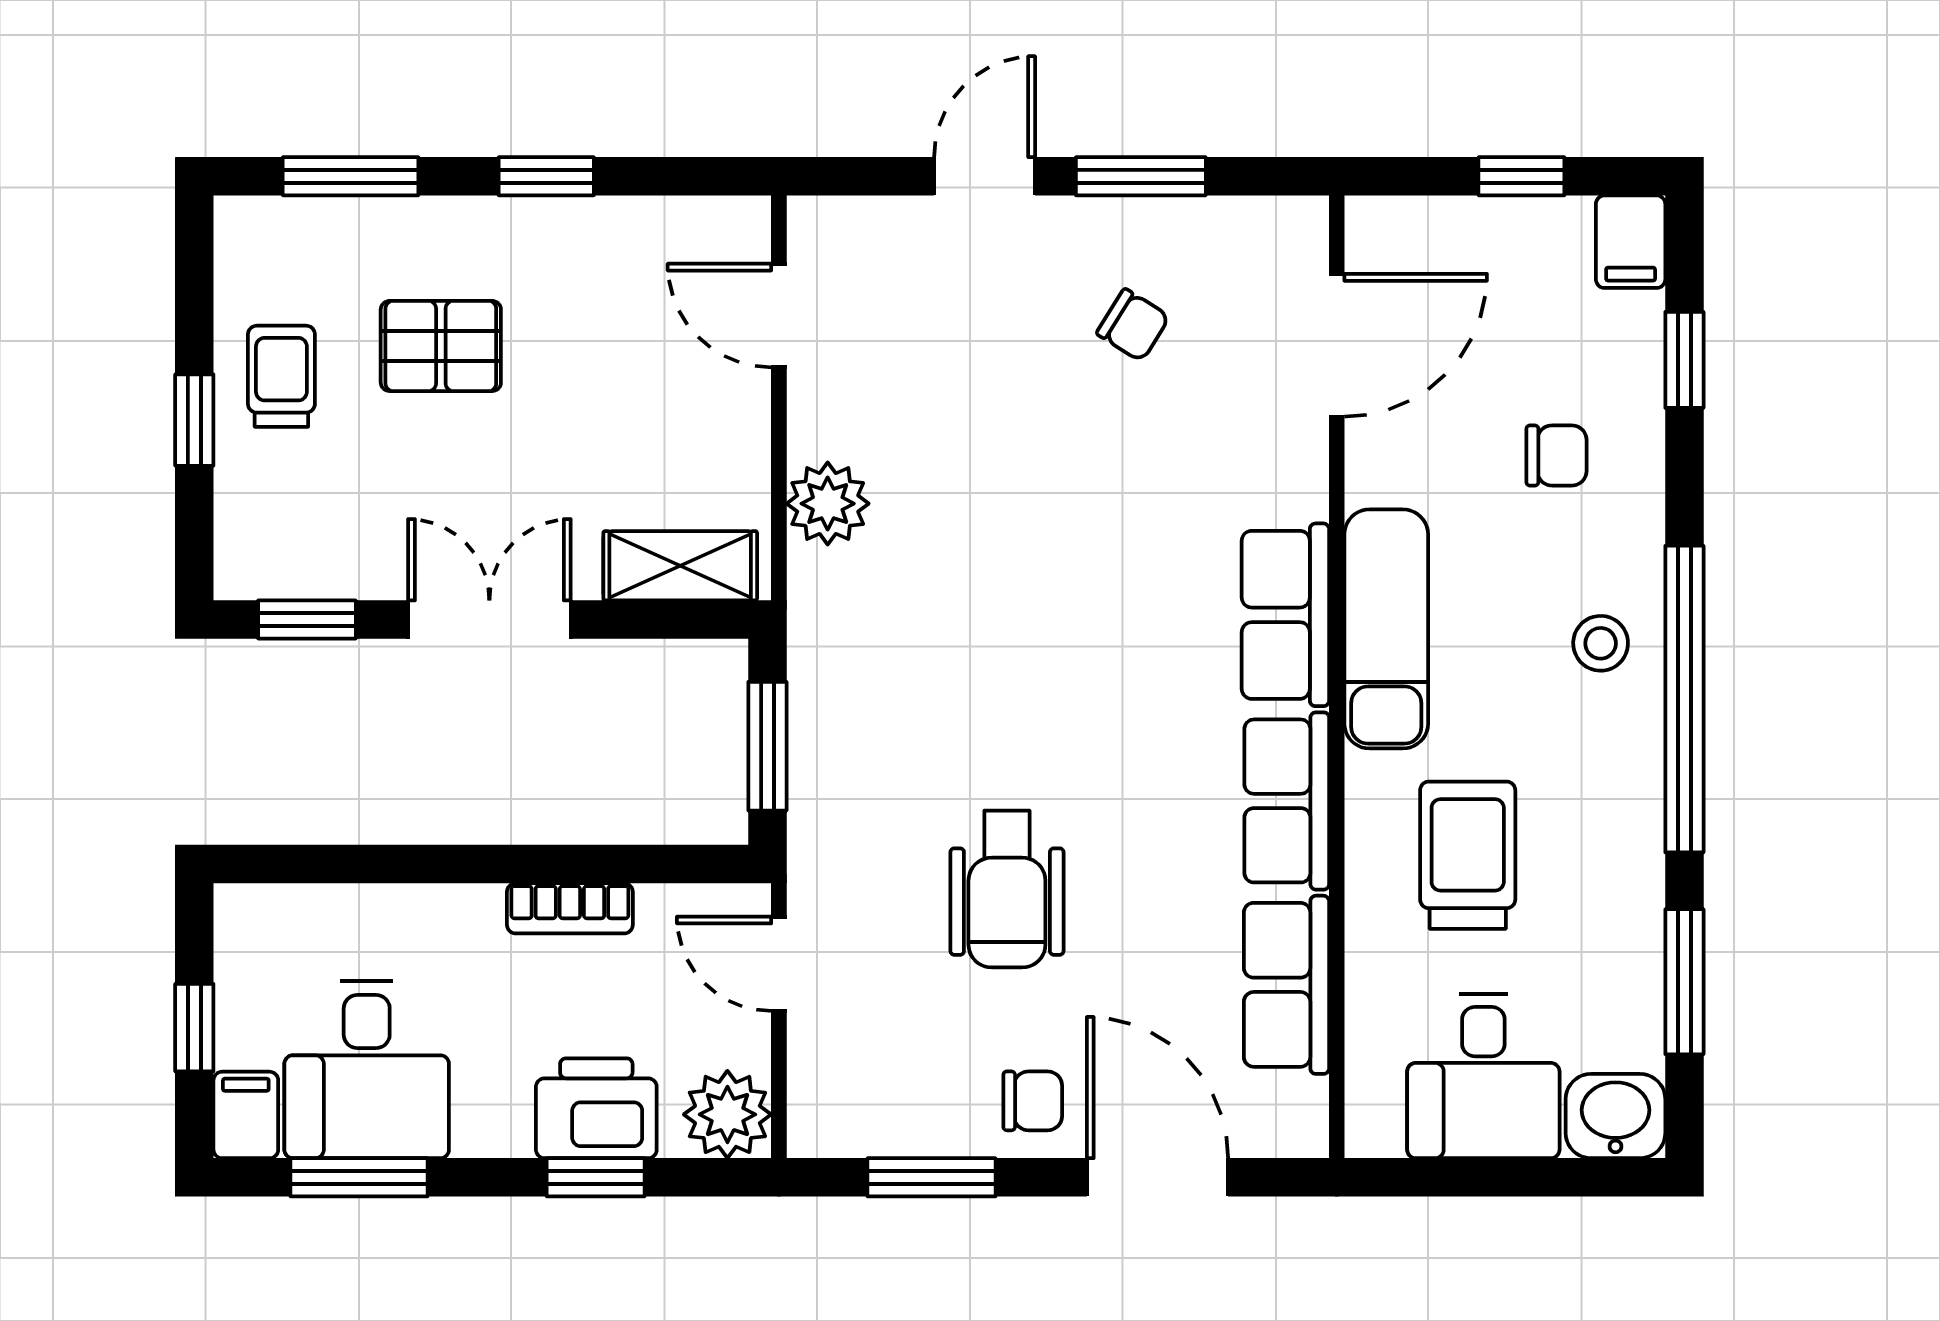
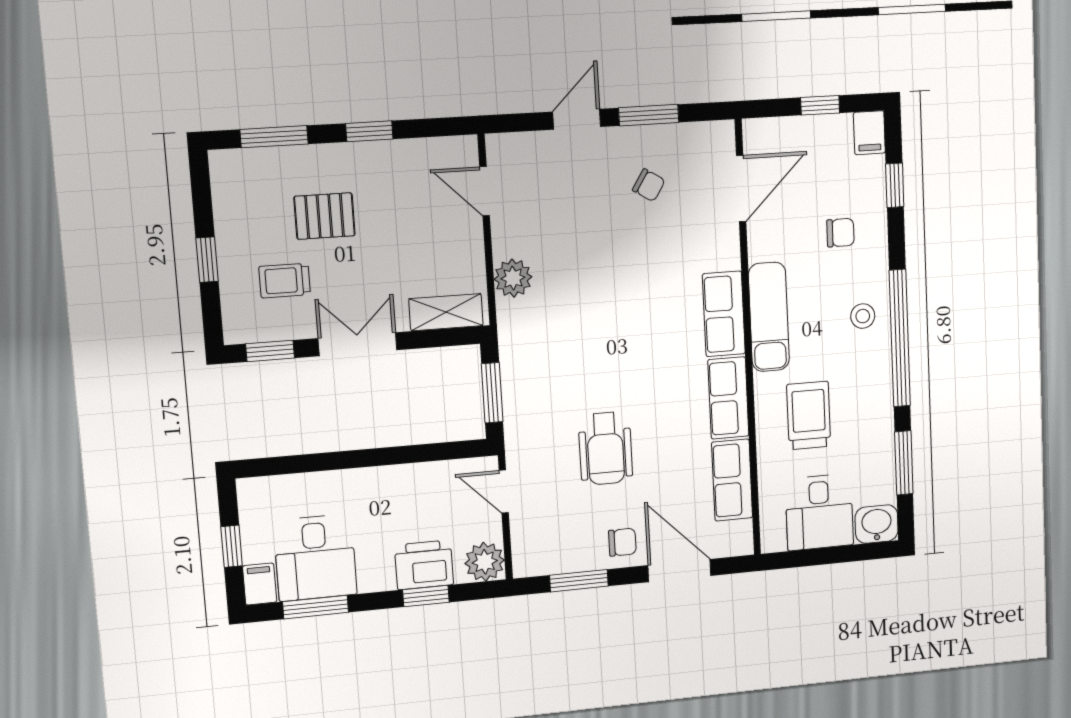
trolley: (281, 376) -> (285, 281), moved, turned -90
bookcase: (570, 908) -> (405, 475), removed

